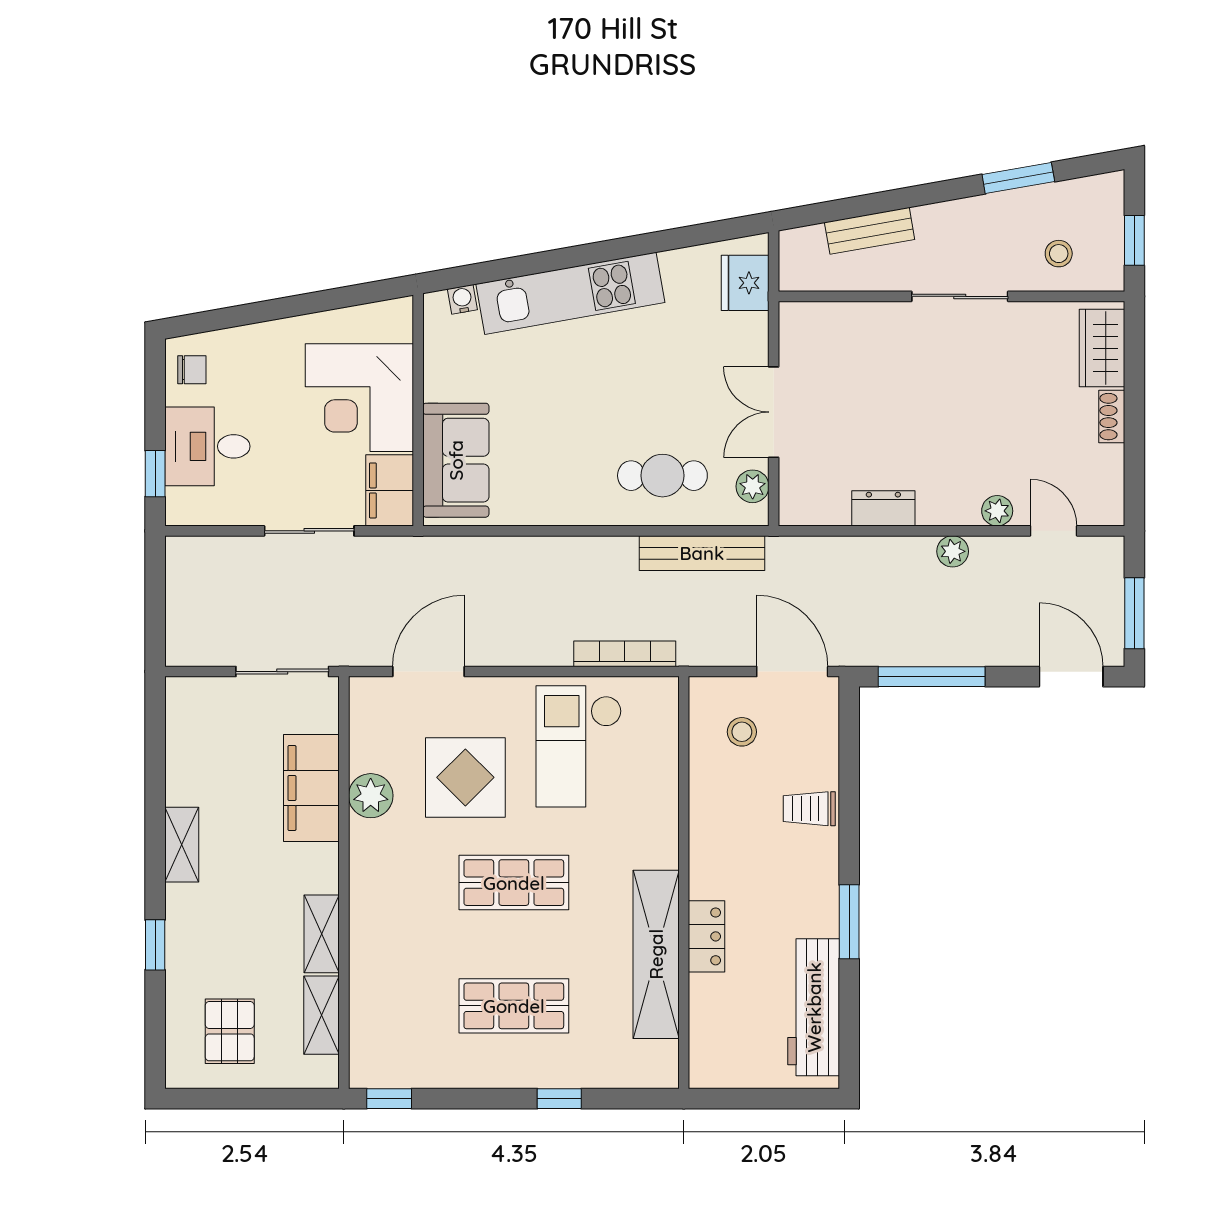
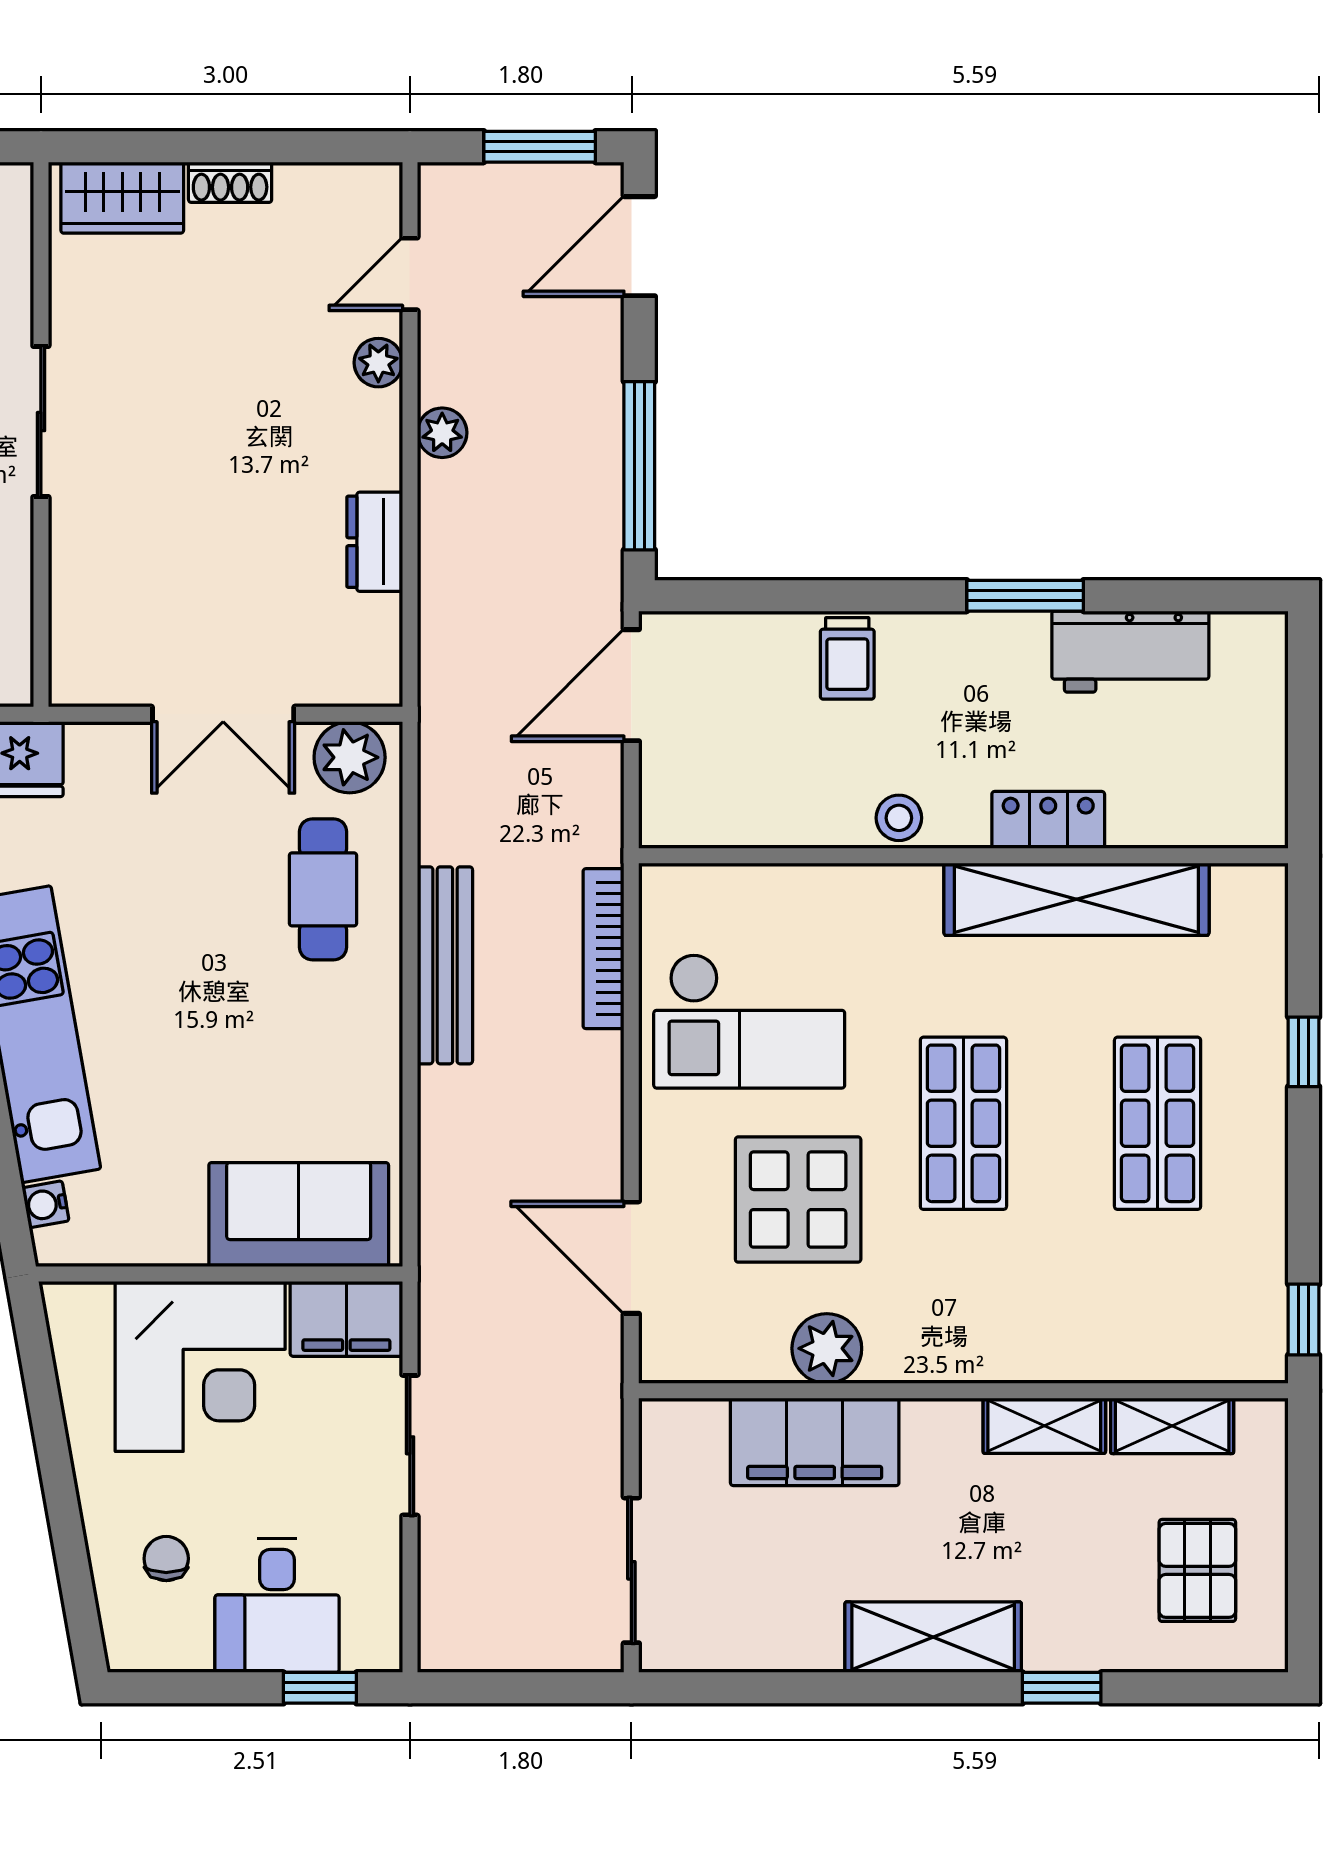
chair: (192, 370) -> (166, 1559), moved
plant: (753, 486) -> (350, 757), width x1.38, depth x1.38
bench: (702, 553) -> (445, 965), moved
sliding door: (282, 672) -> (631, 1570), moved
stool: (742, 732) -> (899, 818), moved
shelving: (182, 845) -> (933, 1637), width x1.50, depth x1.33
workbench: (814, 1007) -> (1130, 652), width x0.73
pallet: (230, 1031) -> (1197, 1570), turned 90

